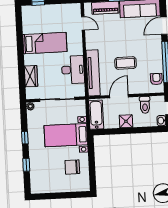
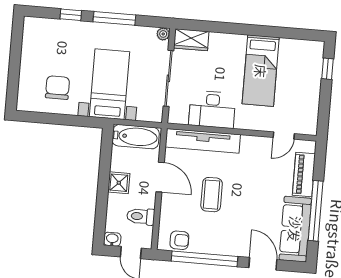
wardrobe: (31, 76) -> (191, 40), moved
window: (25, 138) -> (114, 18), width x2.17

